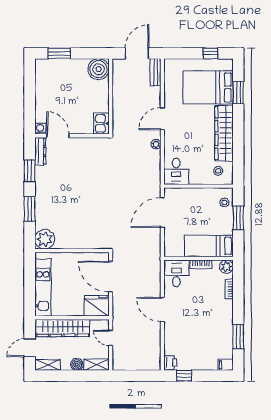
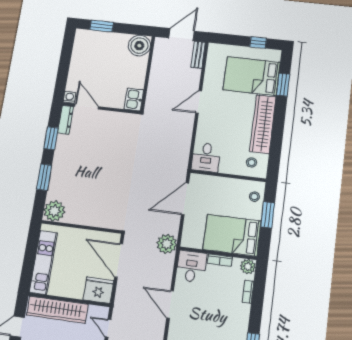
plant: (156, 144) -> (167, 244), moved, width x1.88, depth x1.88
bed: (209, 246) -> (232, 235), width x1.50

